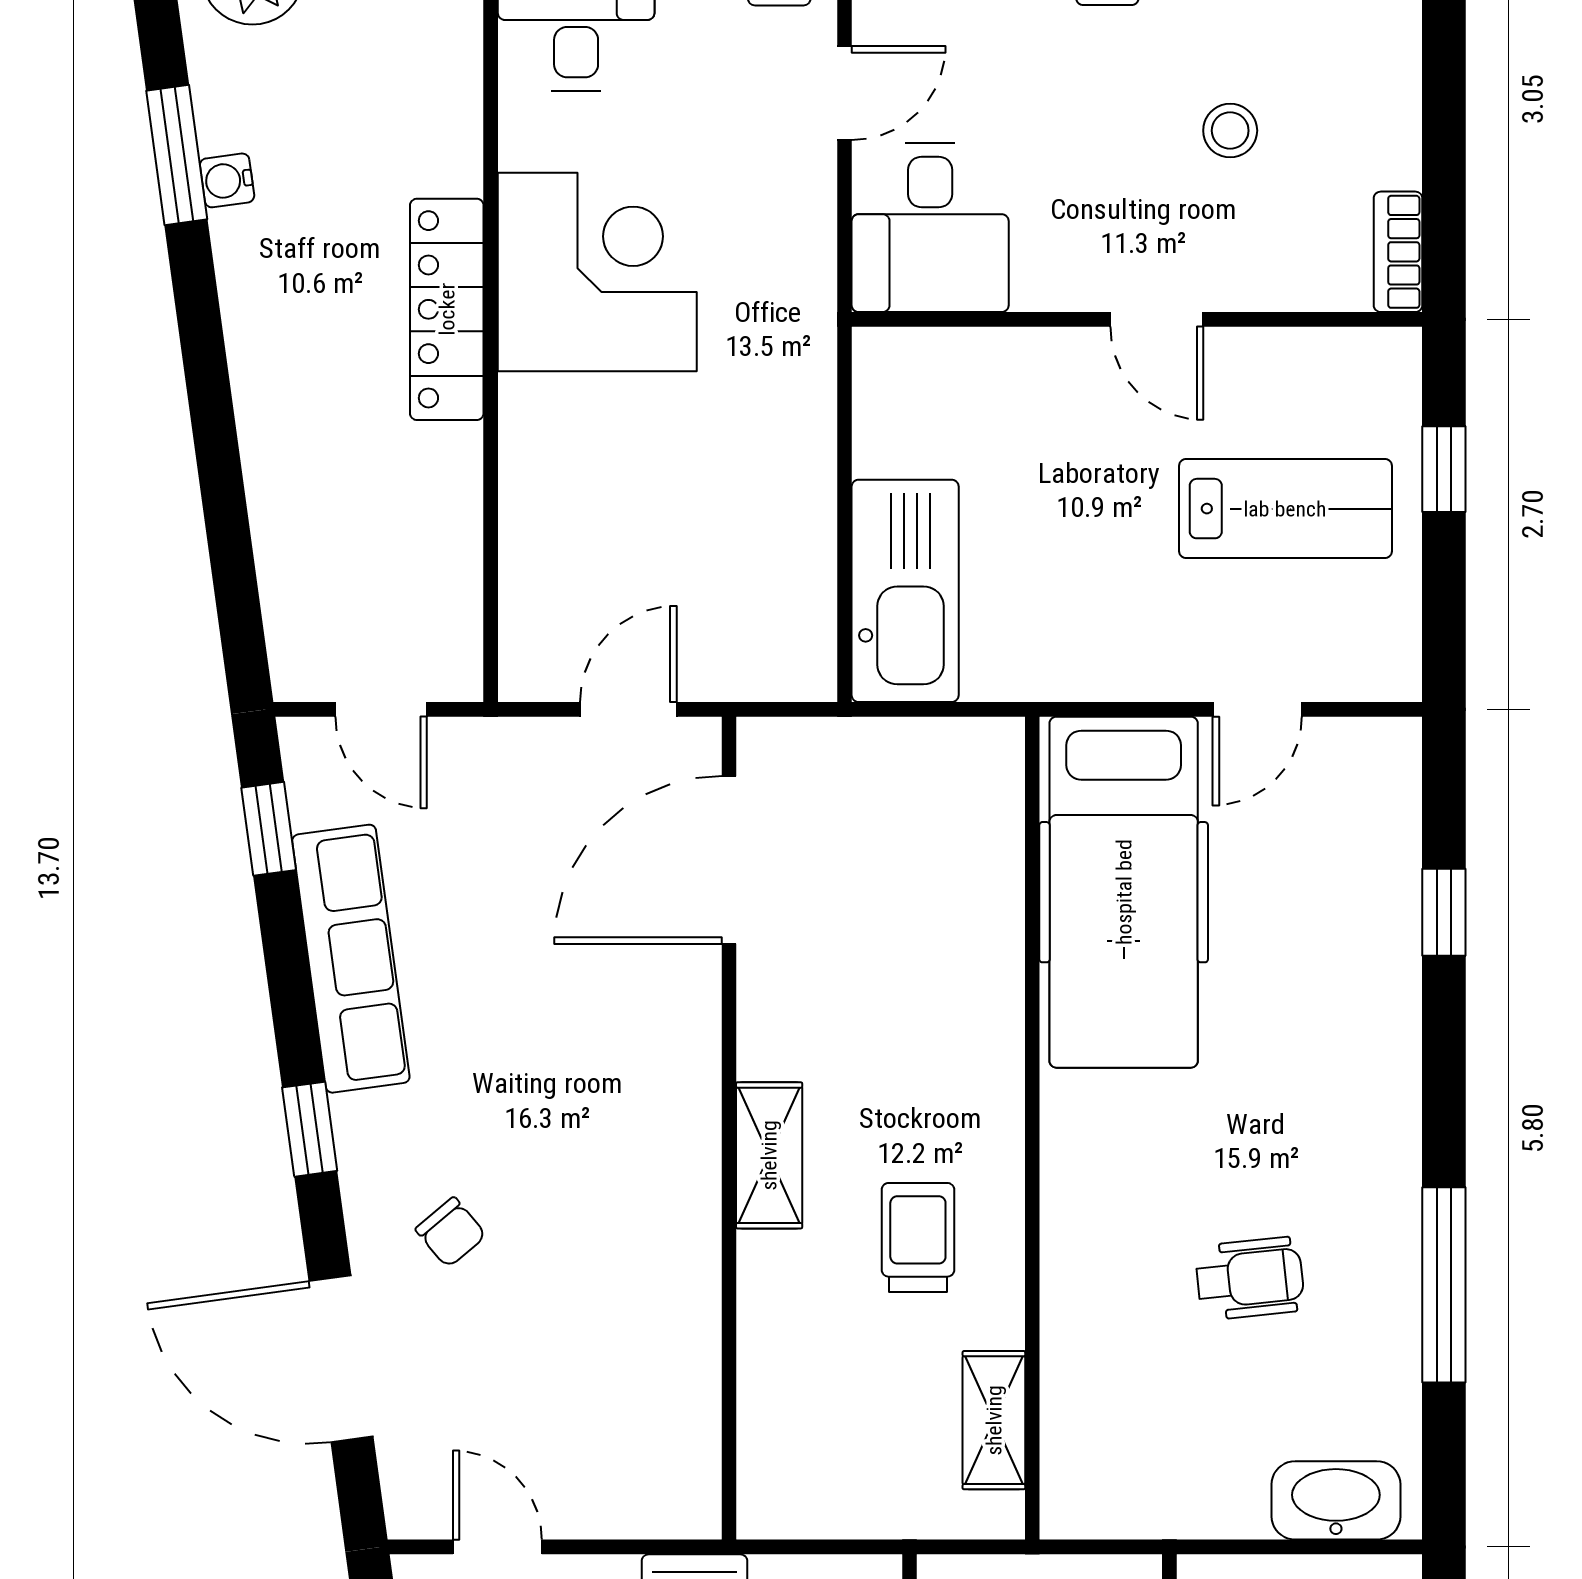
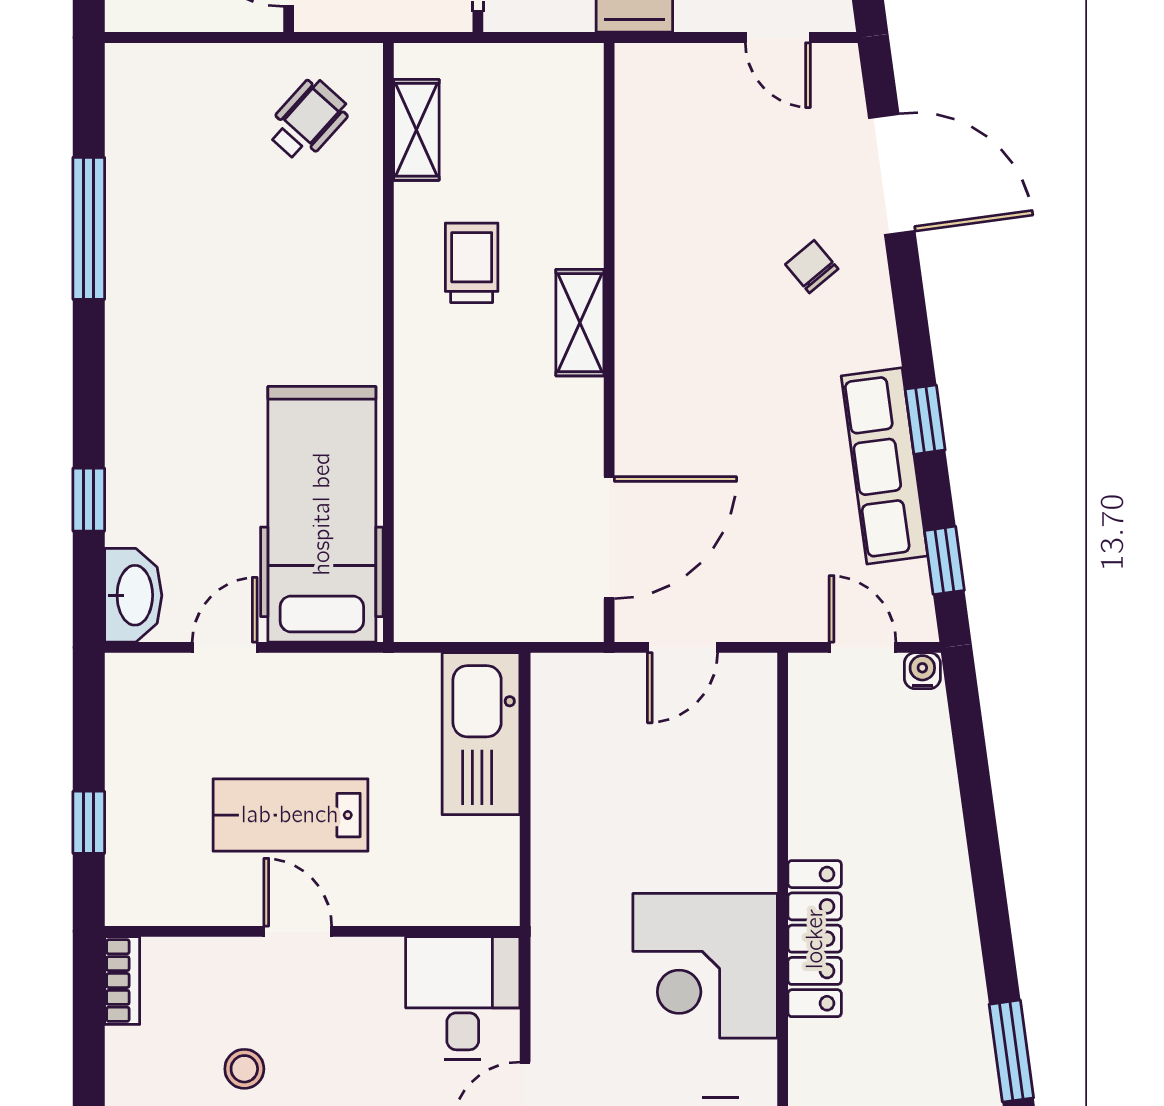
water cooler: (227, 180) -> (922, 671), moved, turned -82
lab bench: (1285, 509) -> (290, 815), moved
window: (310, 1129) -> (925, 420), moved
trolley: (918, 1237) -> (472, 263), turned 180
wheelchair: (1250, 1278) -> (308, 120), moved, turned 138
washbasin: (1336, 1500) -> (133, 595), moved, turned -90

